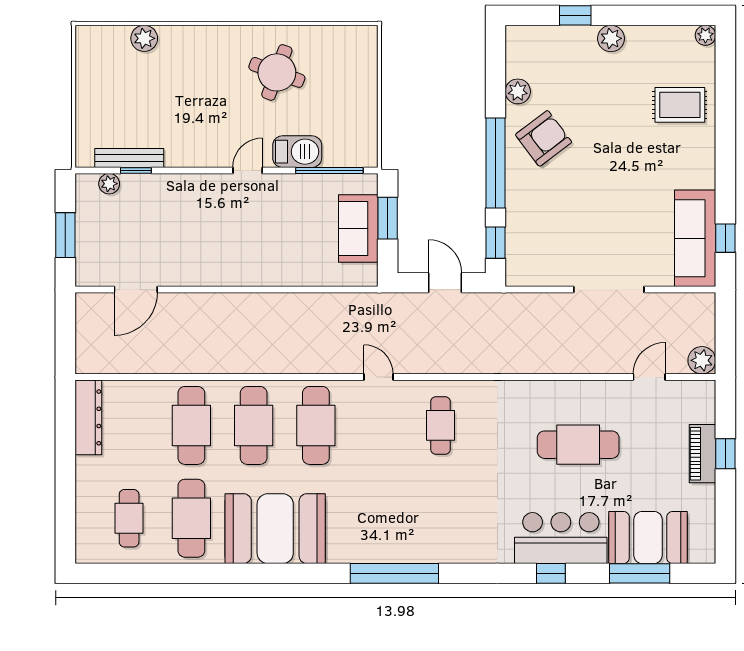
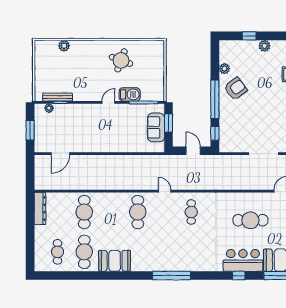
cafe table: (254, 425) -> (111, 212), removed
booth: (275, 529) -> (115, 261), width x0.73, depth x0.70

